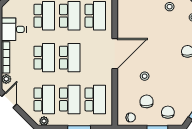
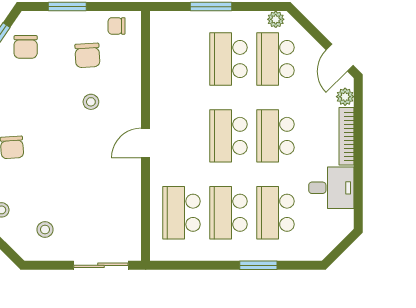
door: (115, 54) -> (146, 143), width x0.53
school desk: (95, 99) -> (181, 59), removed
chair: (168, 112) -> (26, 47), moved

